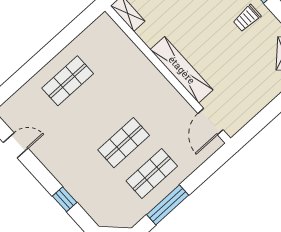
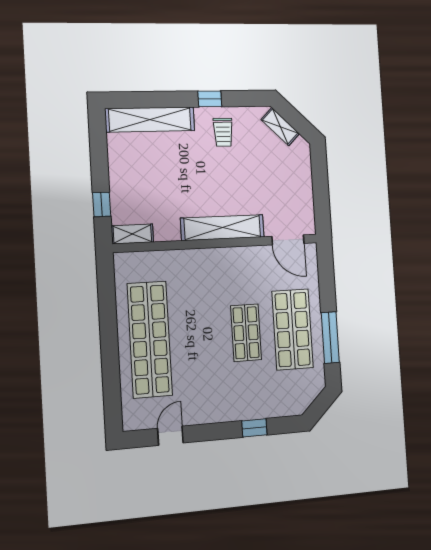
shop shelf: (68, 81) -> (150, 339), width x2.00, depth x1.36
shop shelf: (152, 174) -> (293, 329), width x1.43, depth x1.36

